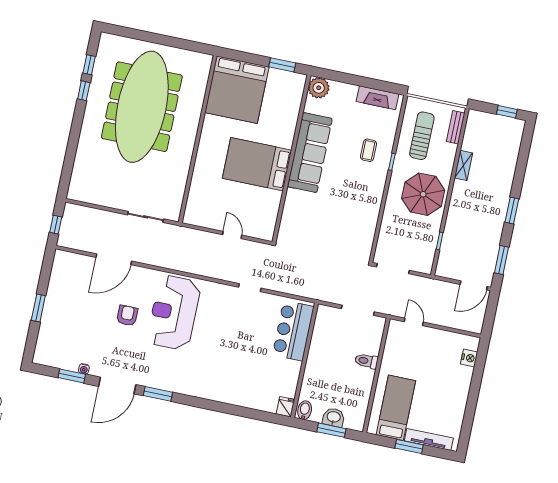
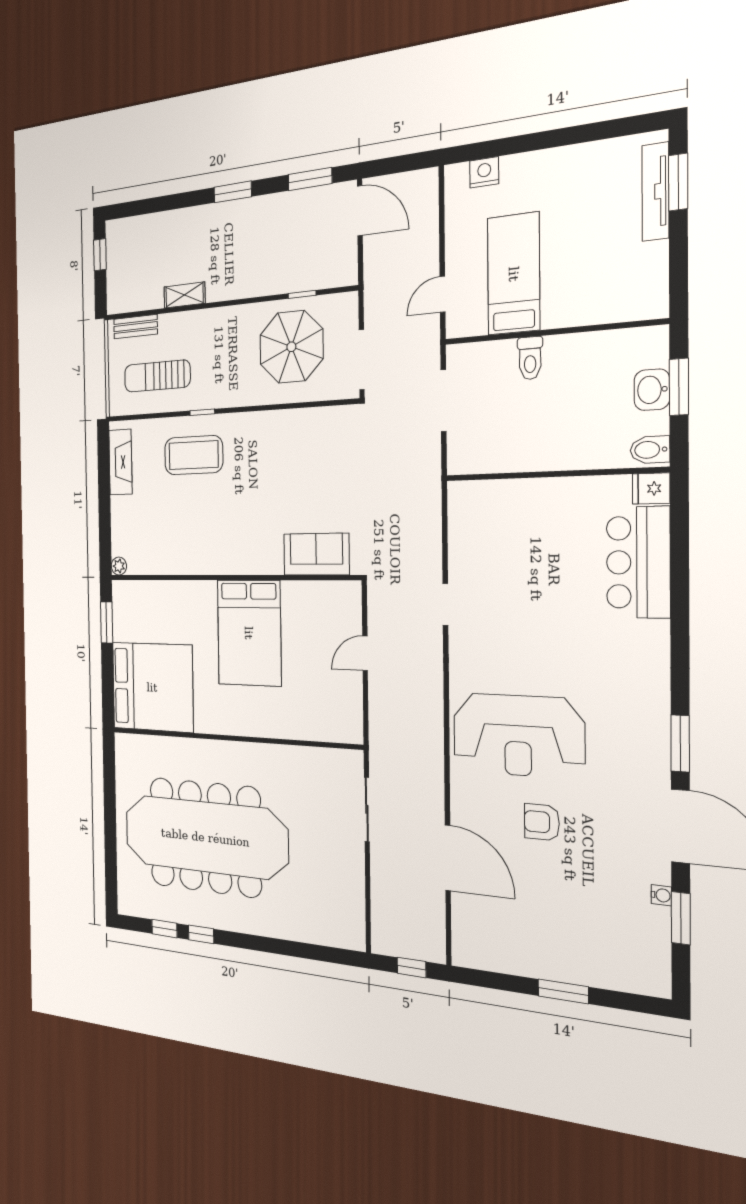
plant: (319, 88) -> (119, 566), width x0.53, depth x0.53
coffee table: (369, 150) -> (194, 455), width x1.86, depth x1.72
sofa: (310, 153) -> (316, 554), moved, width x0.54, depth x0.79
parasol: (423, 194) -> (291, 347), moved
bar counter: (293, 331) -> (638, 562), moved, turned 90
bed: (396, 408) -> (514, 274), moved, turned 90
window: (409, 446) -> (678, 182), moved

